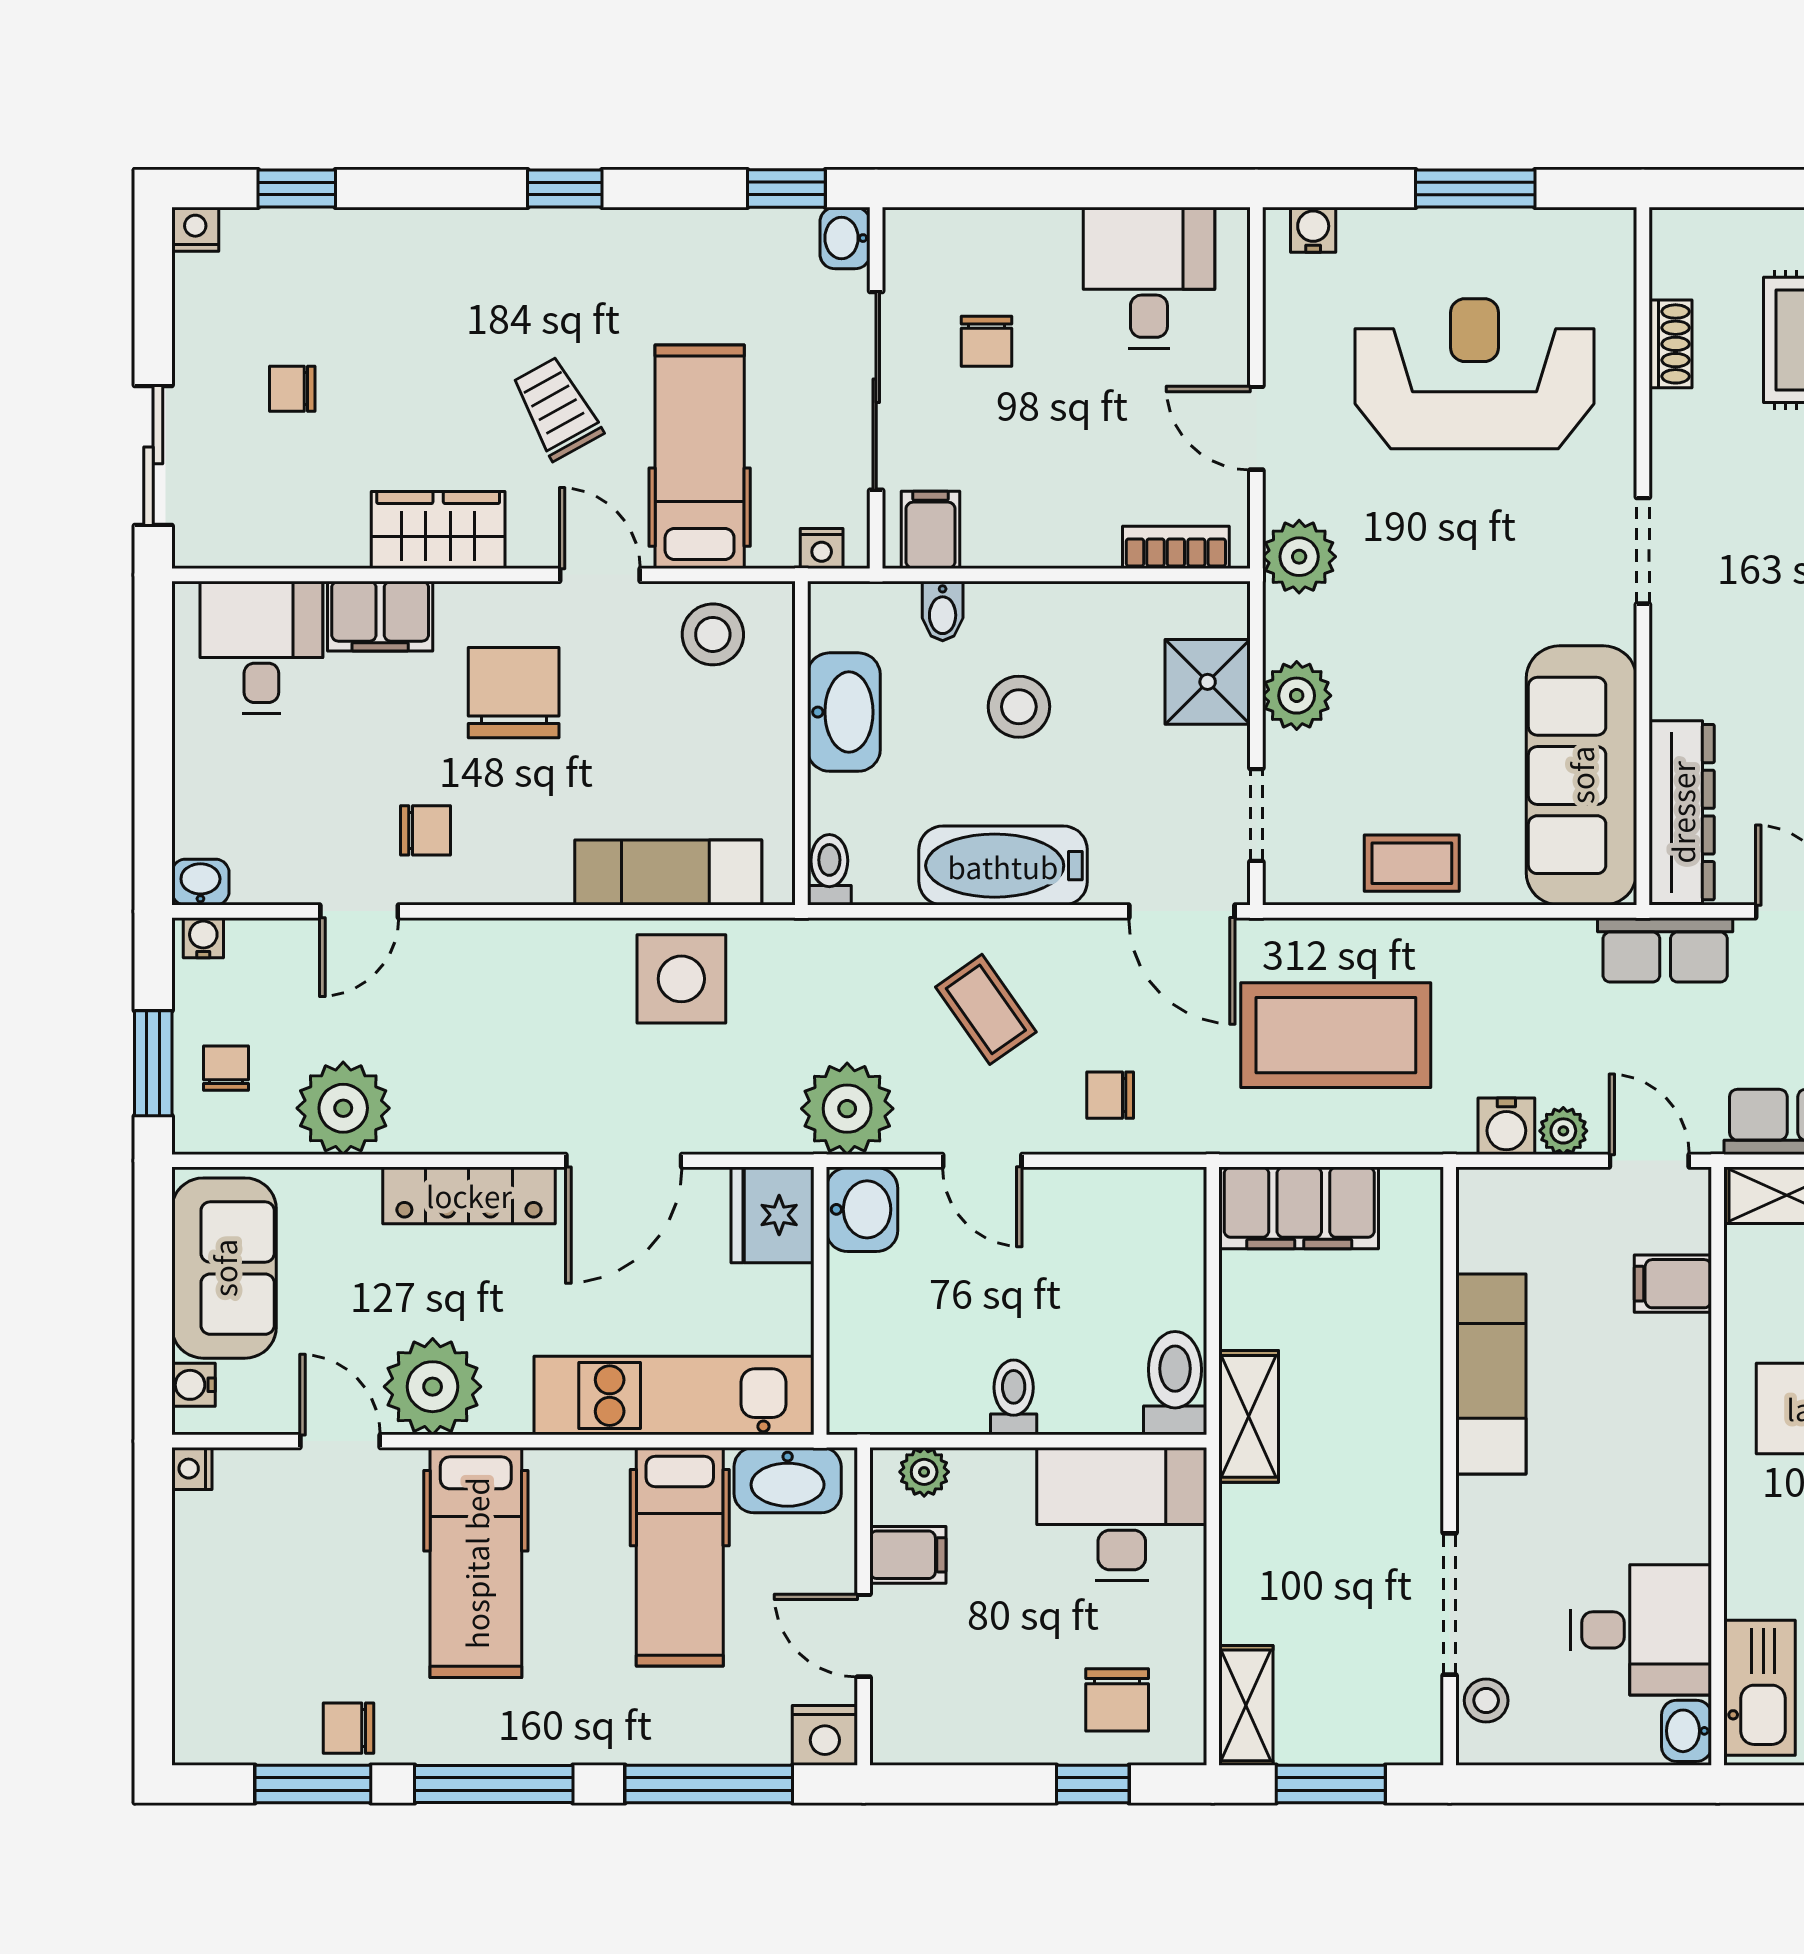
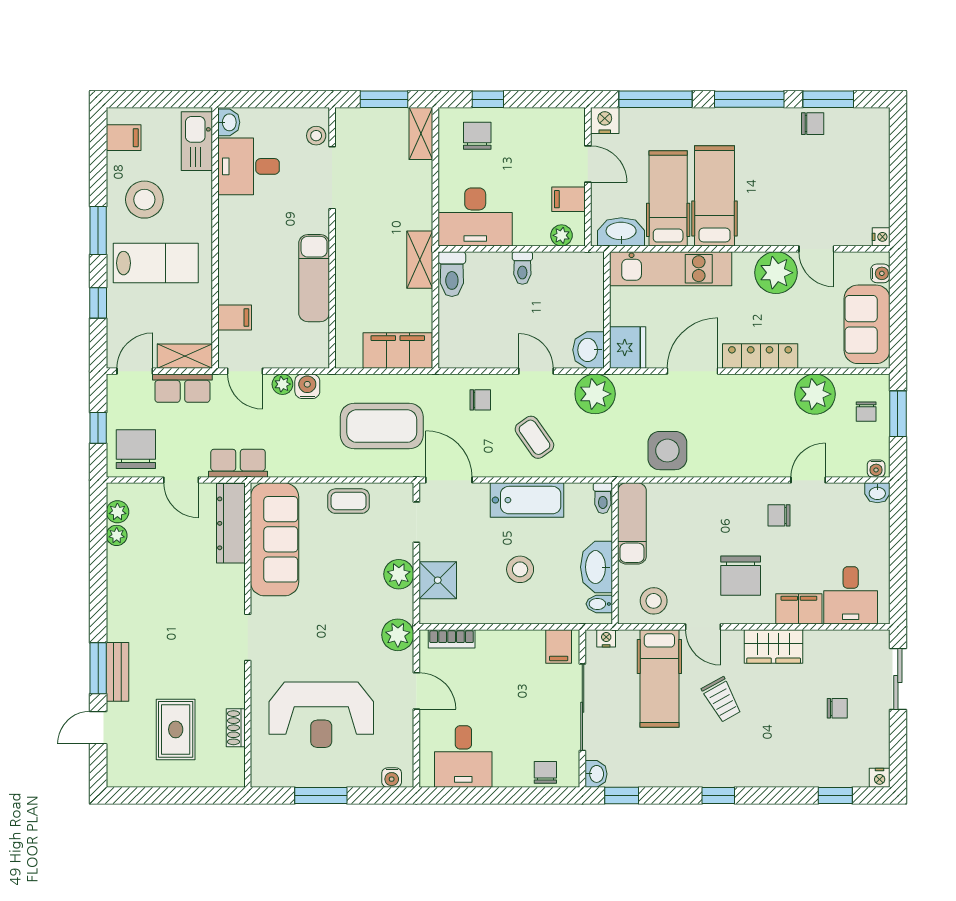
chair: (987, 341) -> (545, 772), moved
bidet: (943, 611) -> (599, 604), moved, turned -90
exam couch: (668, 873) -> (632, 523), moved, turned -90
hospital bed: (476, 1563) -> (715, 196), moved

